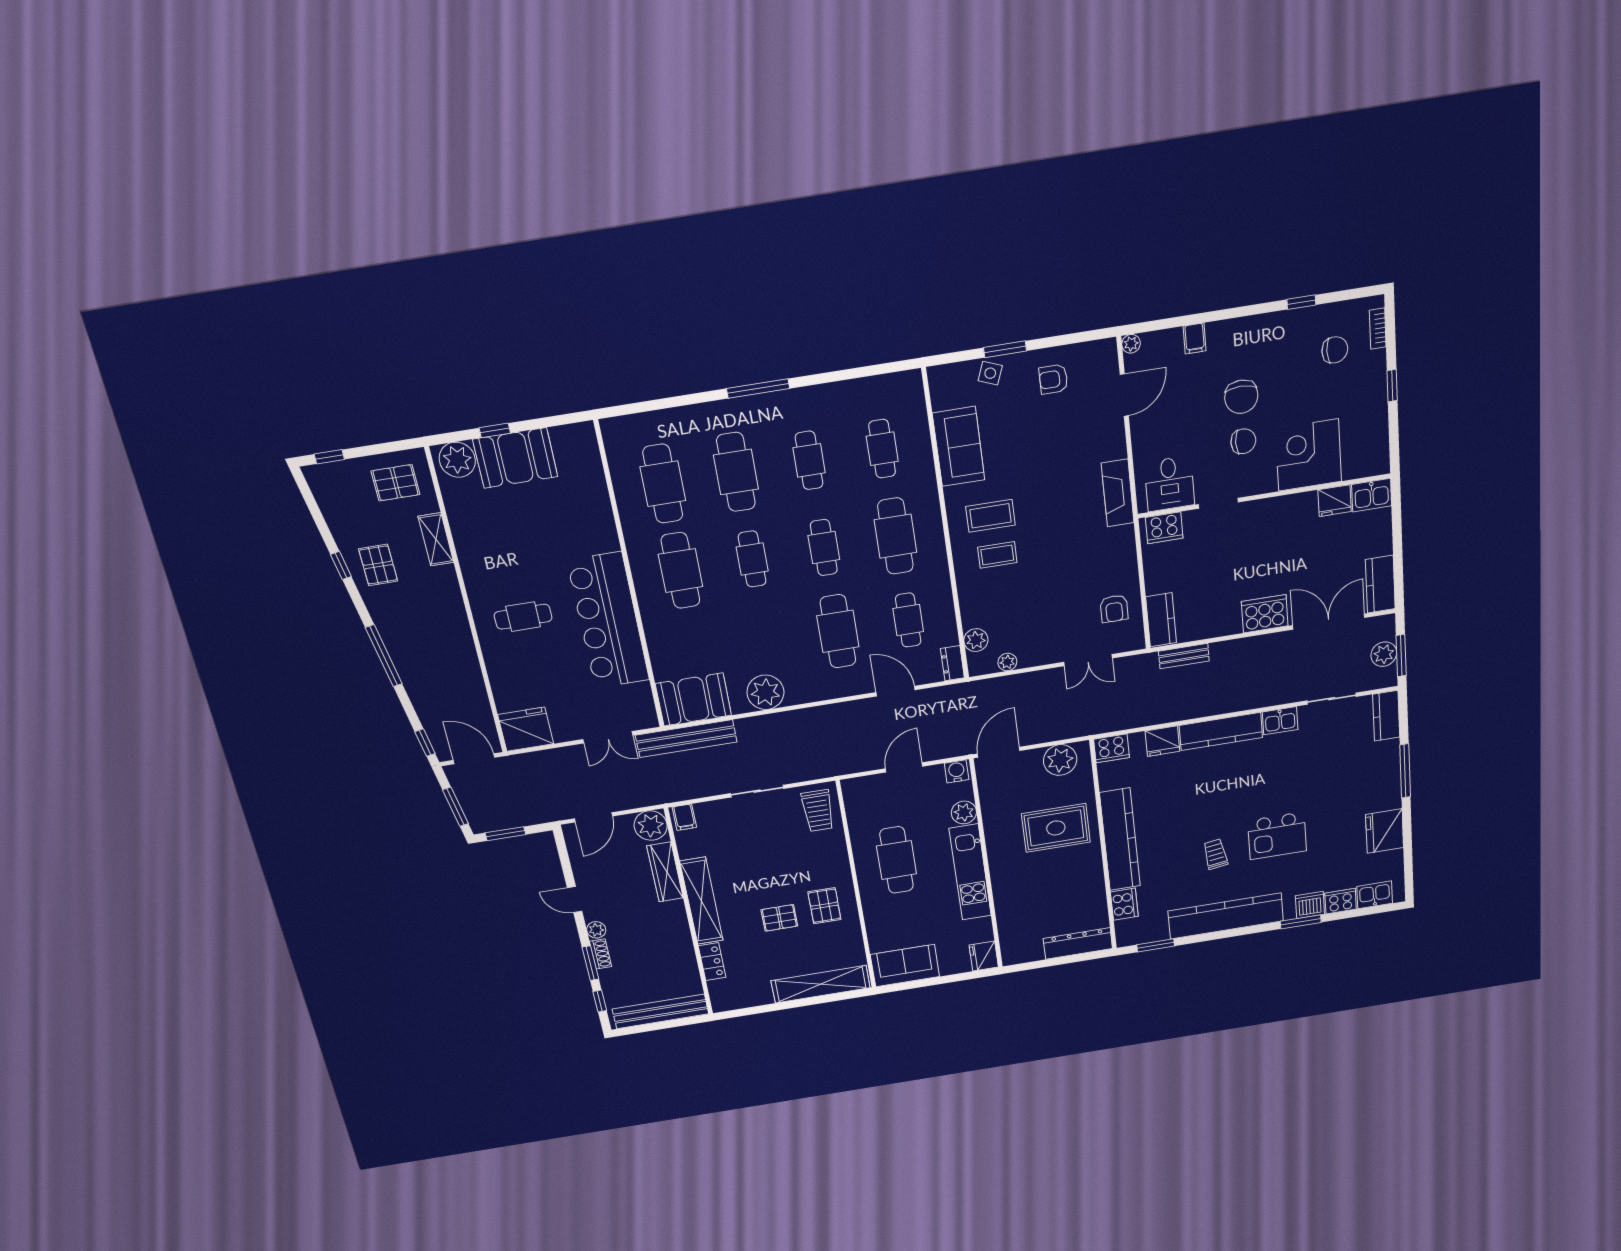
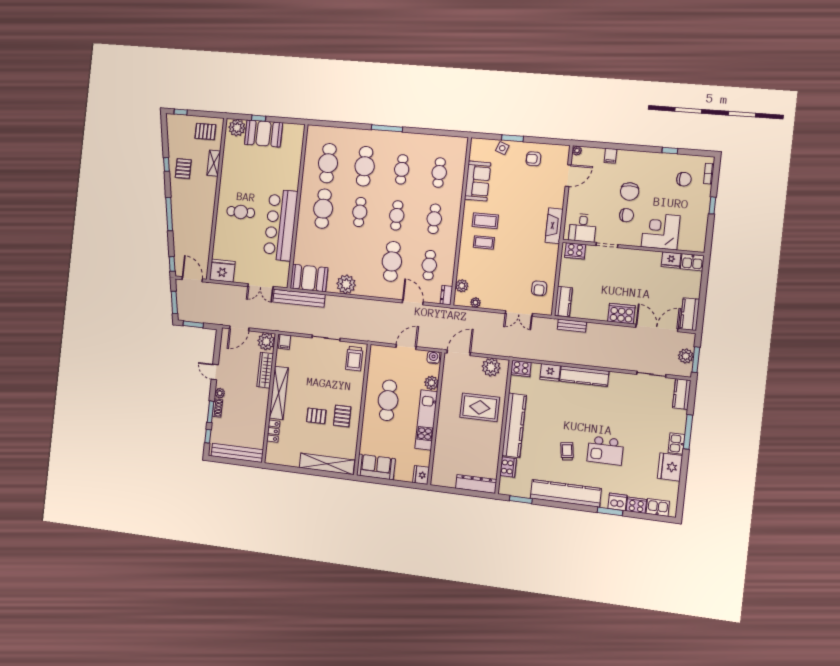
cafe table: (895, 536) -> (434, 219), width x0.73, depth x0.74
kitchen sink: (1280, 721) -> (676, 444), moved, turned 90

